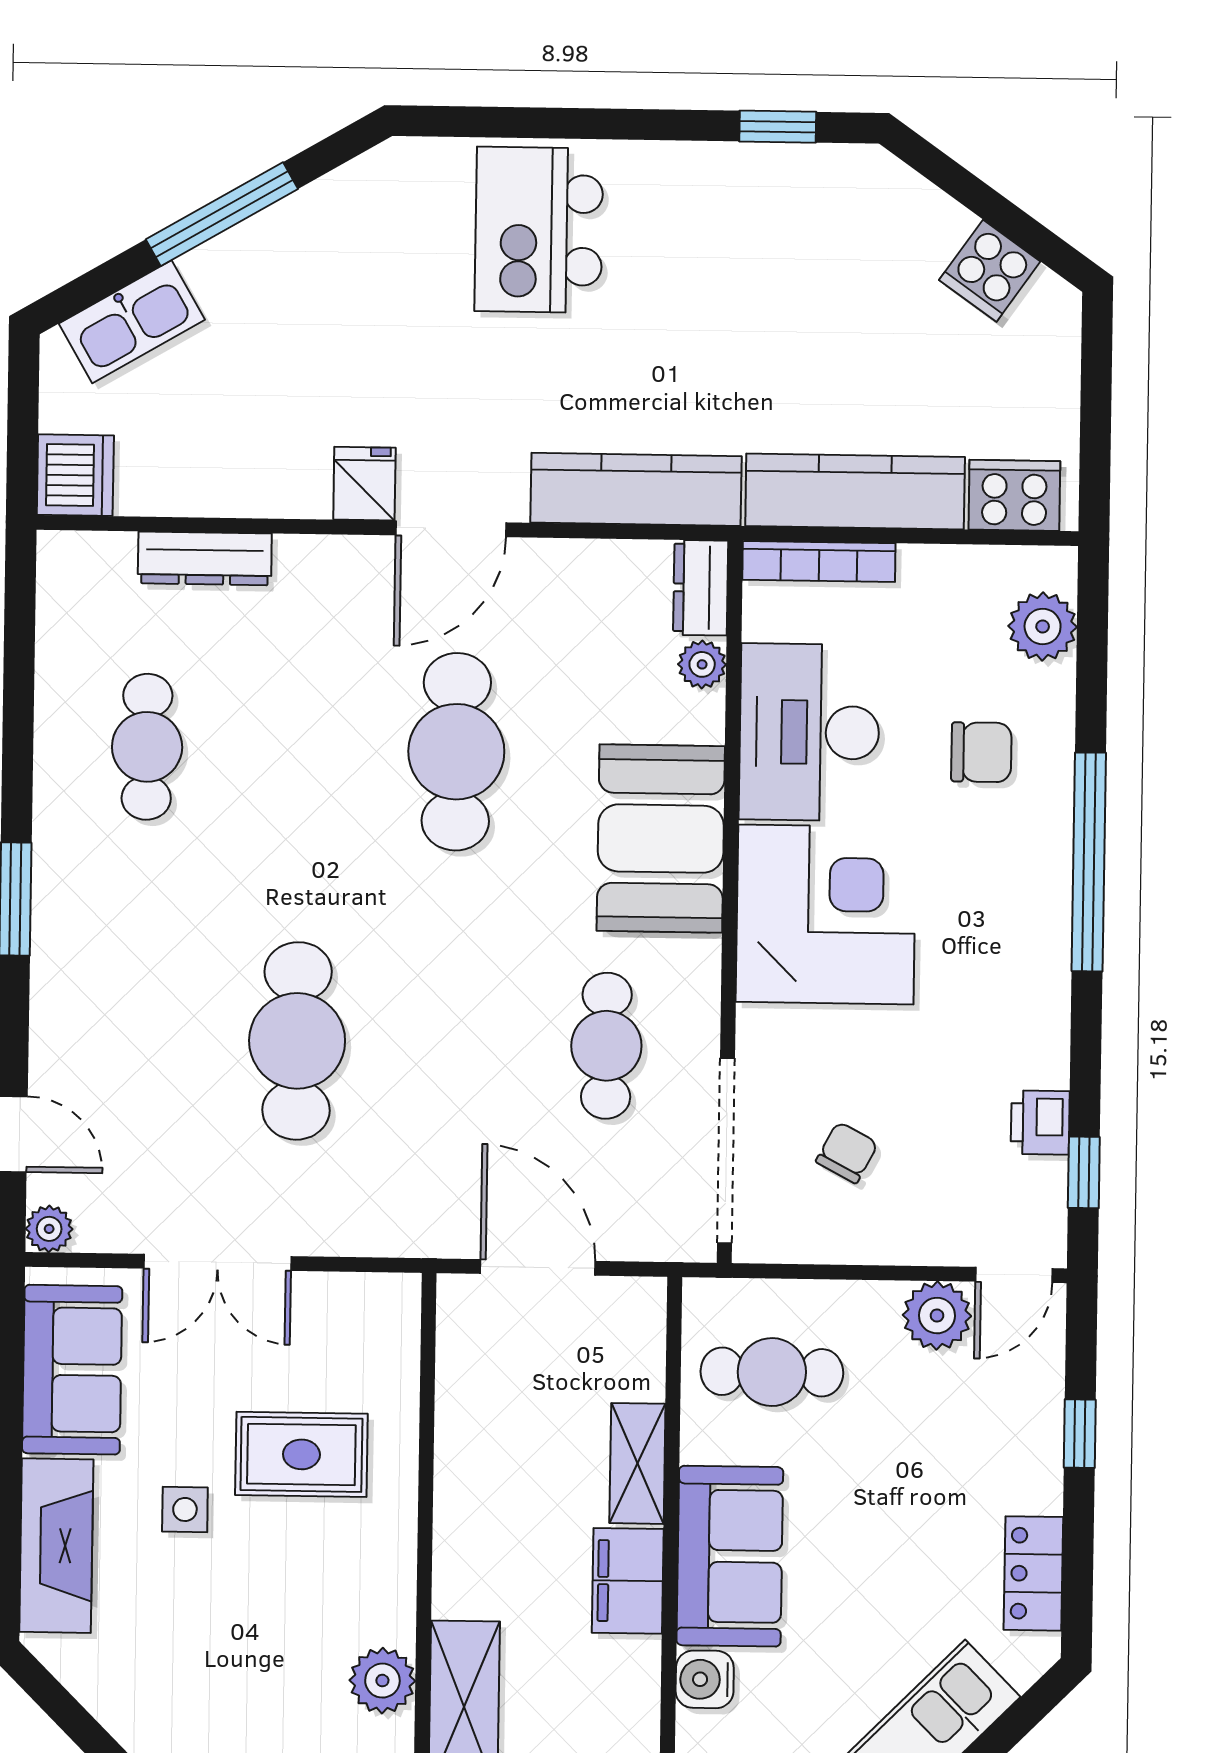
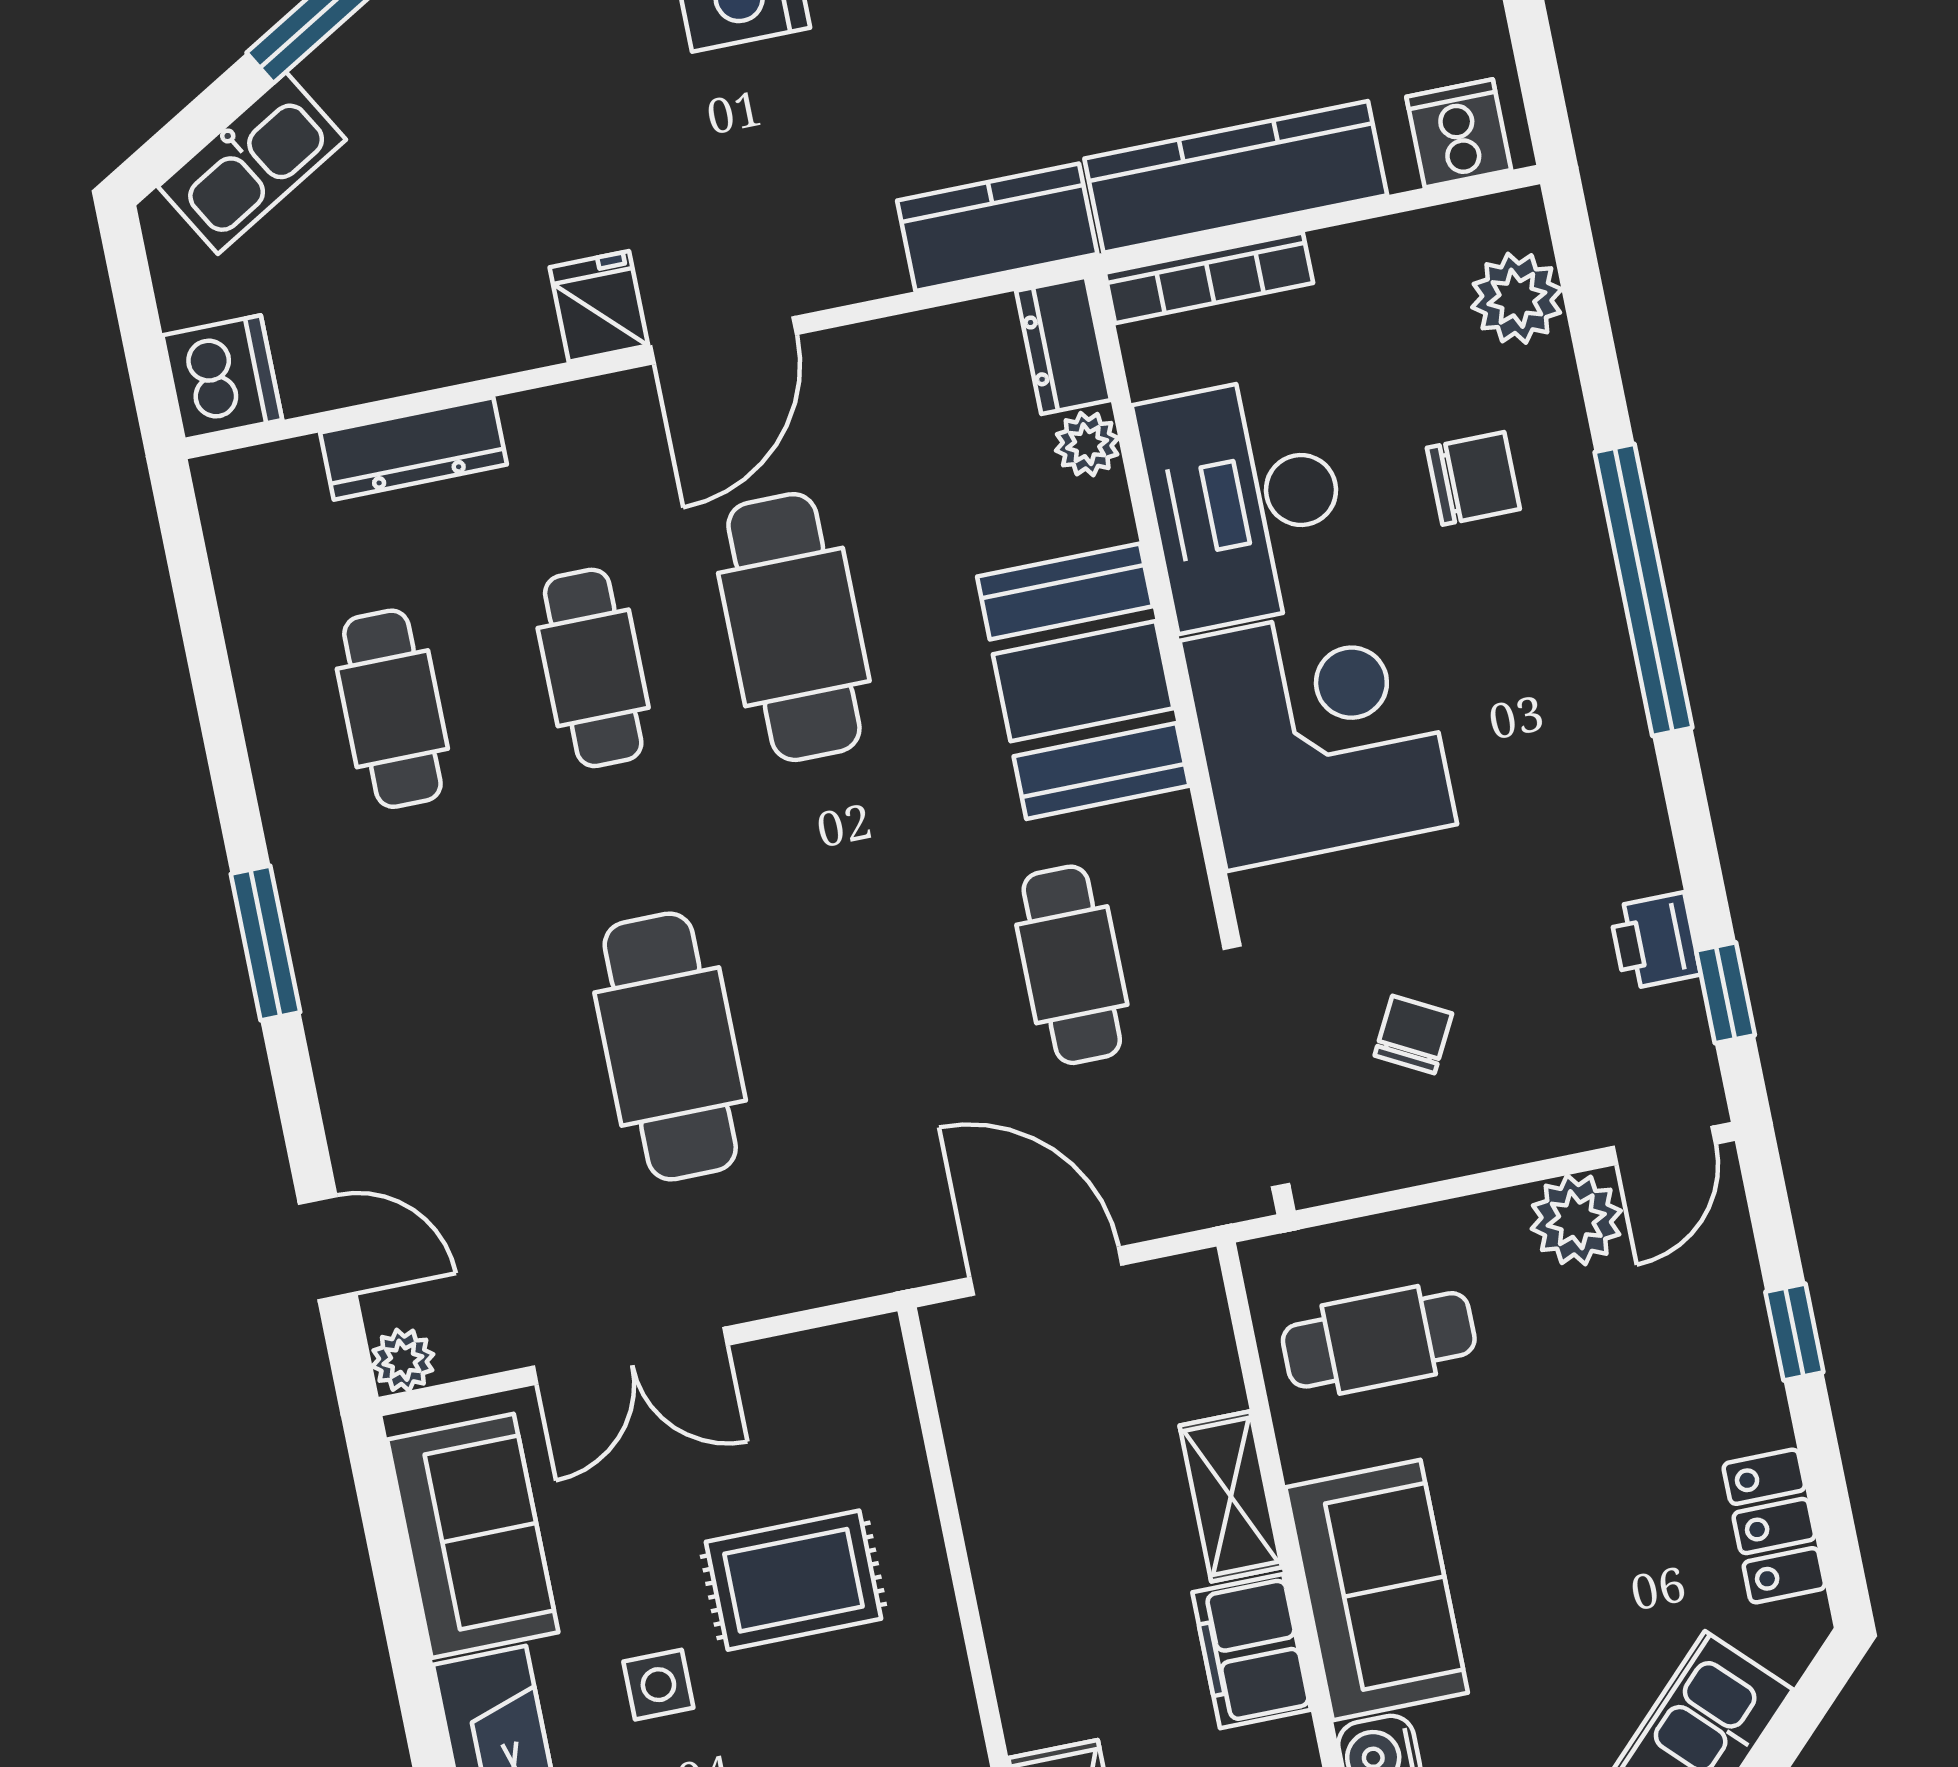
kitchen counter: (636, 489) -> (997, 227), width x0.67
cooker: (1014, 495) -> (1459, 133), width x0.73
cafe table: (302, 749) -> (593, 668), added

